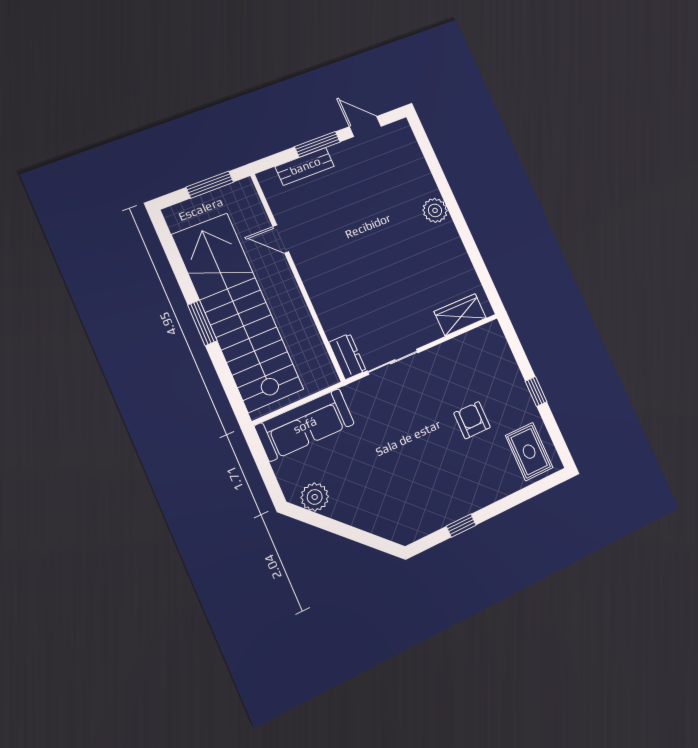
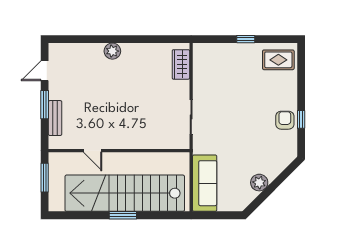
door: (281, 239) -> (93, 151), hinge flipped
dresser: (348, 356) -> (177, 142), removed
armchair: (472, 420) -> (285, 120), moved, turned 90
plant: (315, 497) -> (259, 183), moved

